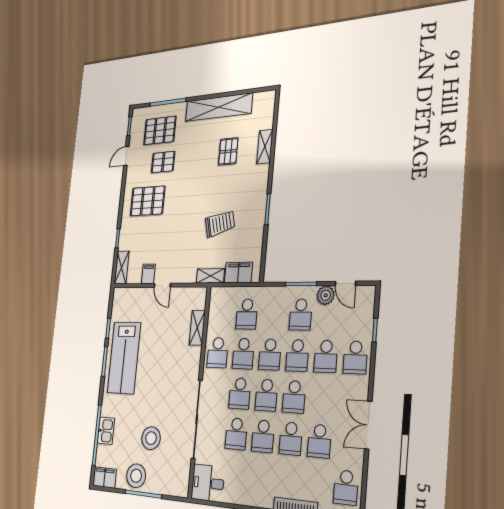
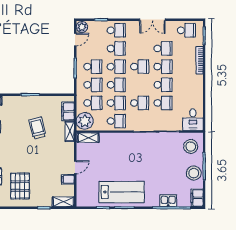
plant: (326, 295) -> (82, 27), moved
plant: (222, 300) -> (85, 121), added
shelving: (197, 328) -> (88, 138), moved
school desk: (266, 395) -> (93, 85), moved
stool: (151, 438) -> (191, 147), moved

